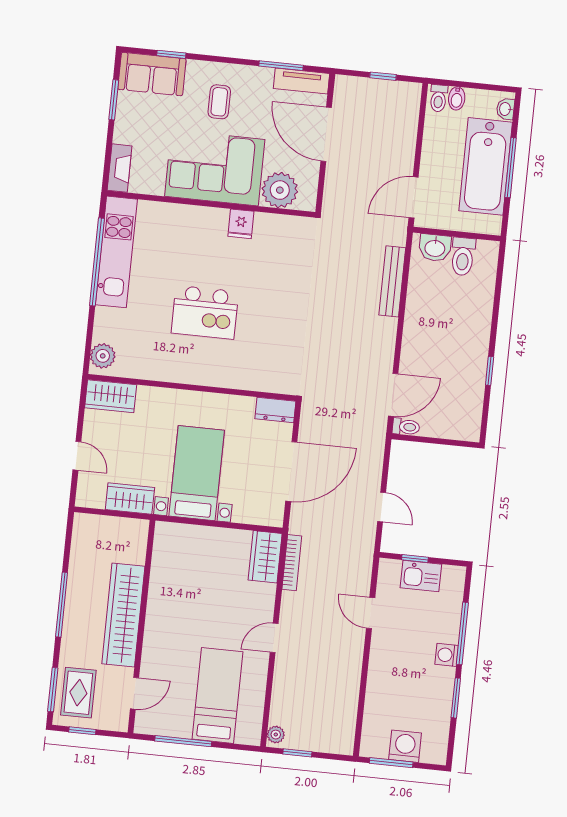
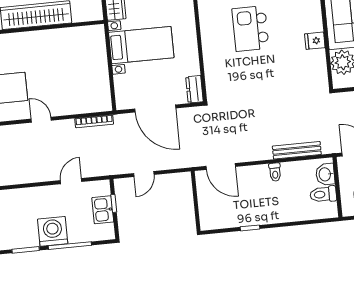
toilet: (406, 427) -> (275, 172), moved
wardrobe: (265, 557) -> (94, 103), removed
washing machine: (447, 655) -> (53, 231), width x1.89, depth x1.89

